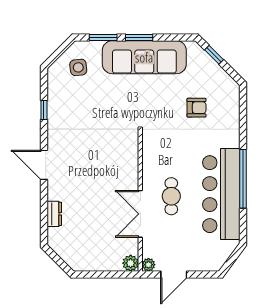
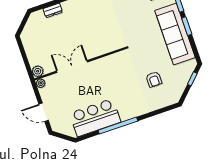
bar counter: (221, 194) -> (95, 118), width x0.73
cafe table: (171, 196) -> (90, 83), removed
door: (174, 274) -> (44, 112), moved

